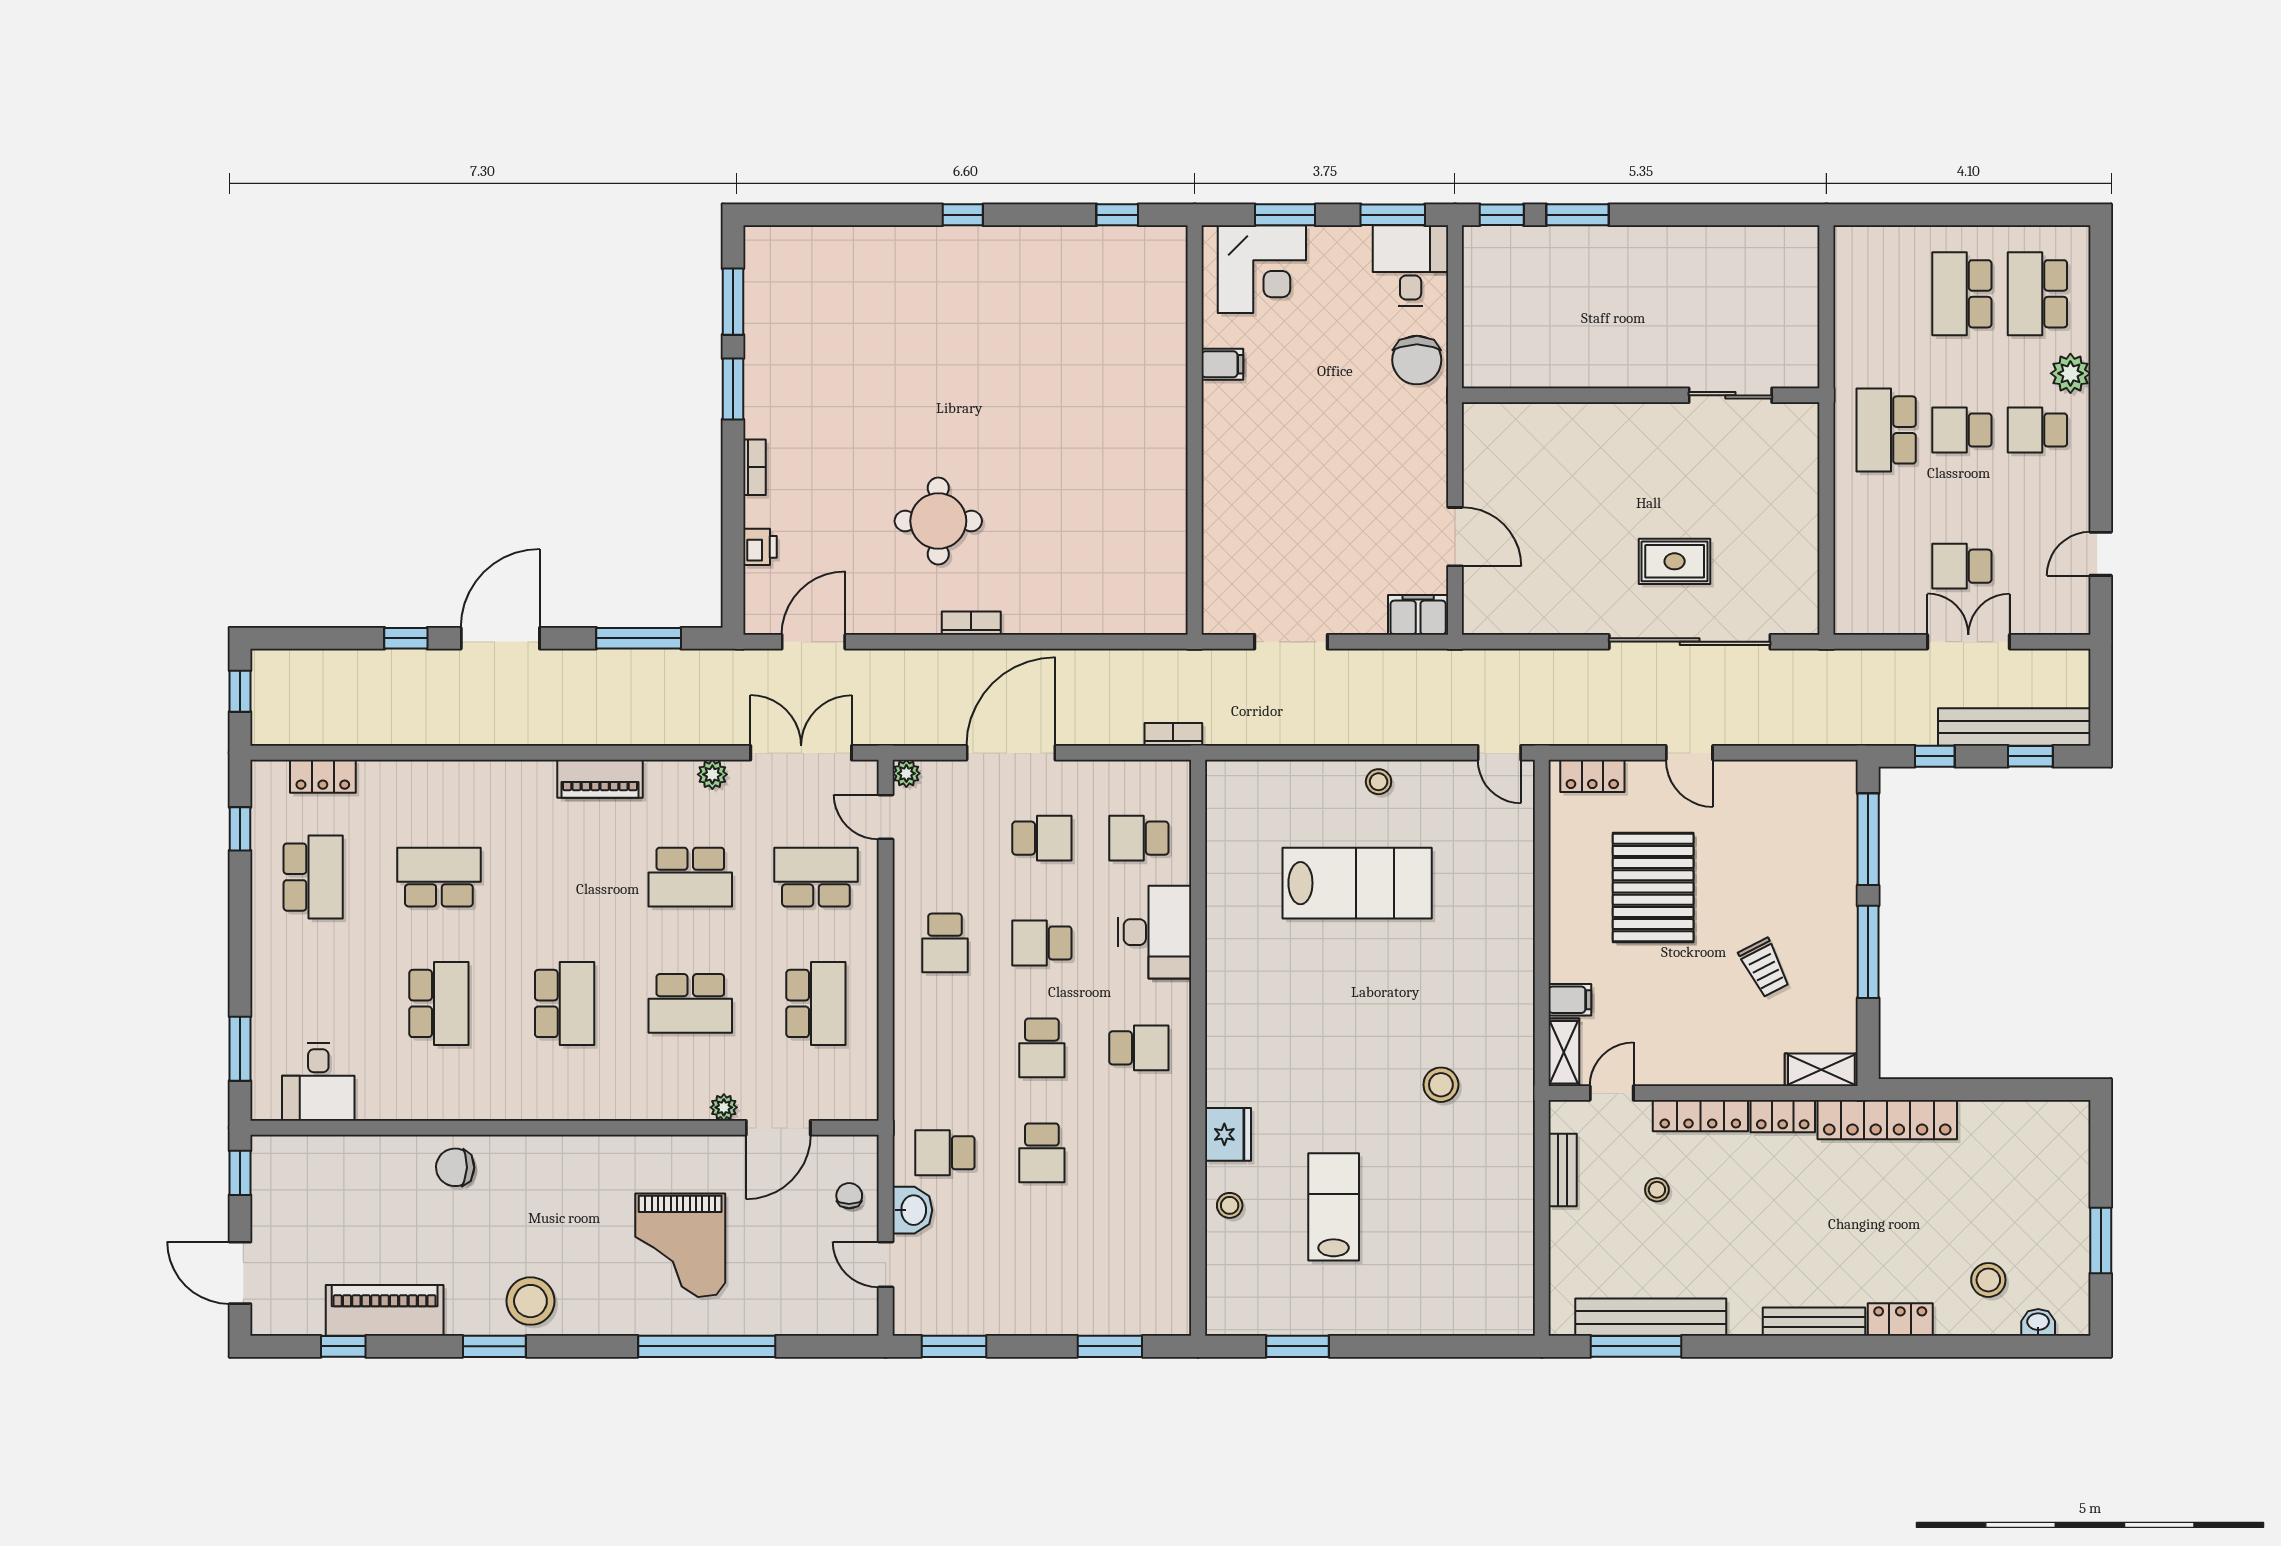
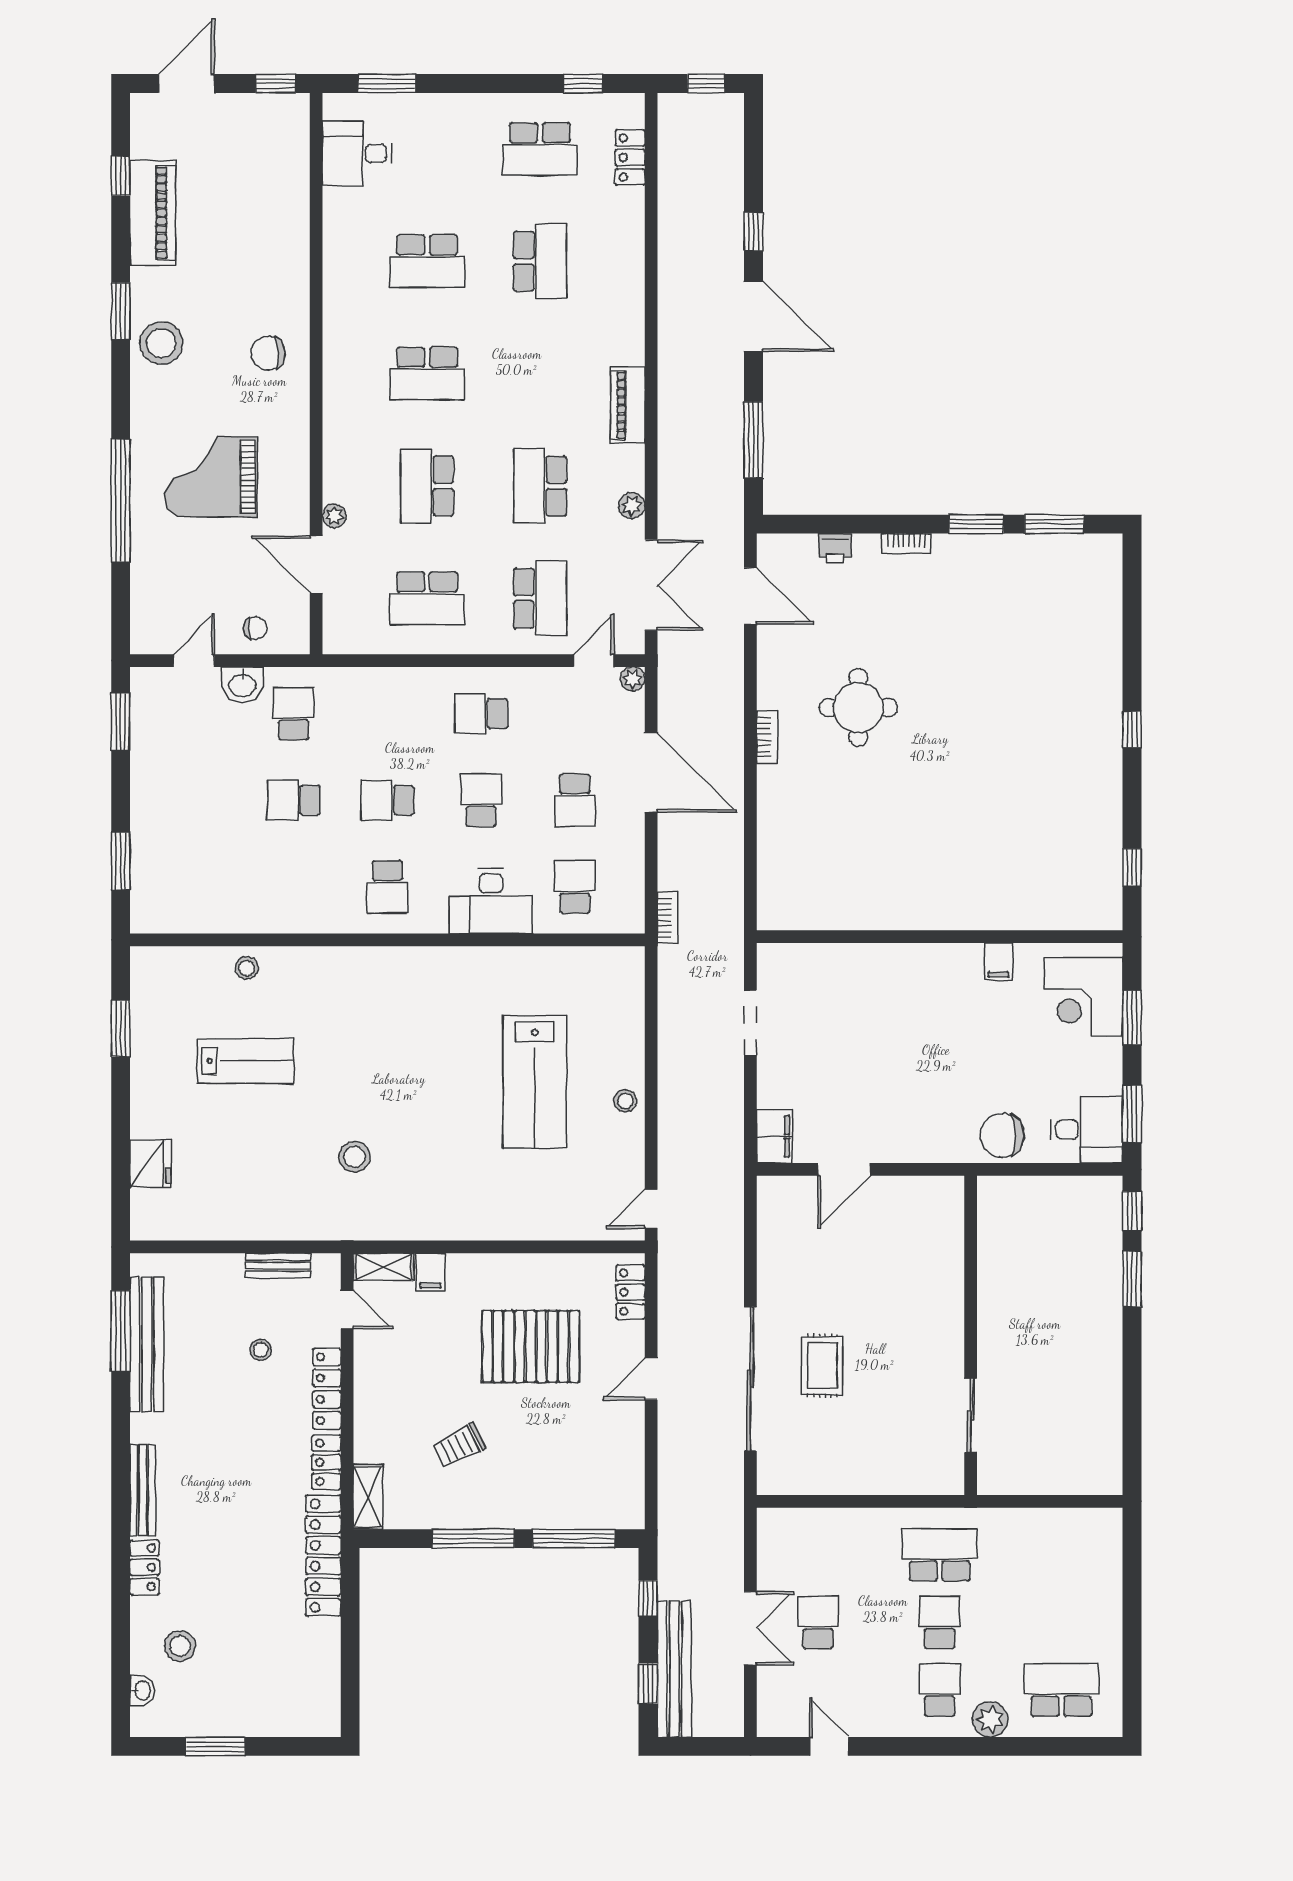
school desk: (1962, 294) -> (1061, 1622), removed
fridge: (1228, 1134) -> (150, 1163), moved, turned -90
chair: (455, 1167) -> (268, 353), moved, turned -96

